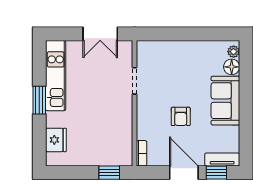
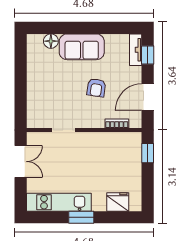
plant: (234, 52) -> (37, 39), removed
armchair: (181, 116) -> (96, 88), turned 98
bookcase: (142, 153) -> (117, 124), moved
door: (184, 173) -> (148, 97), moved

